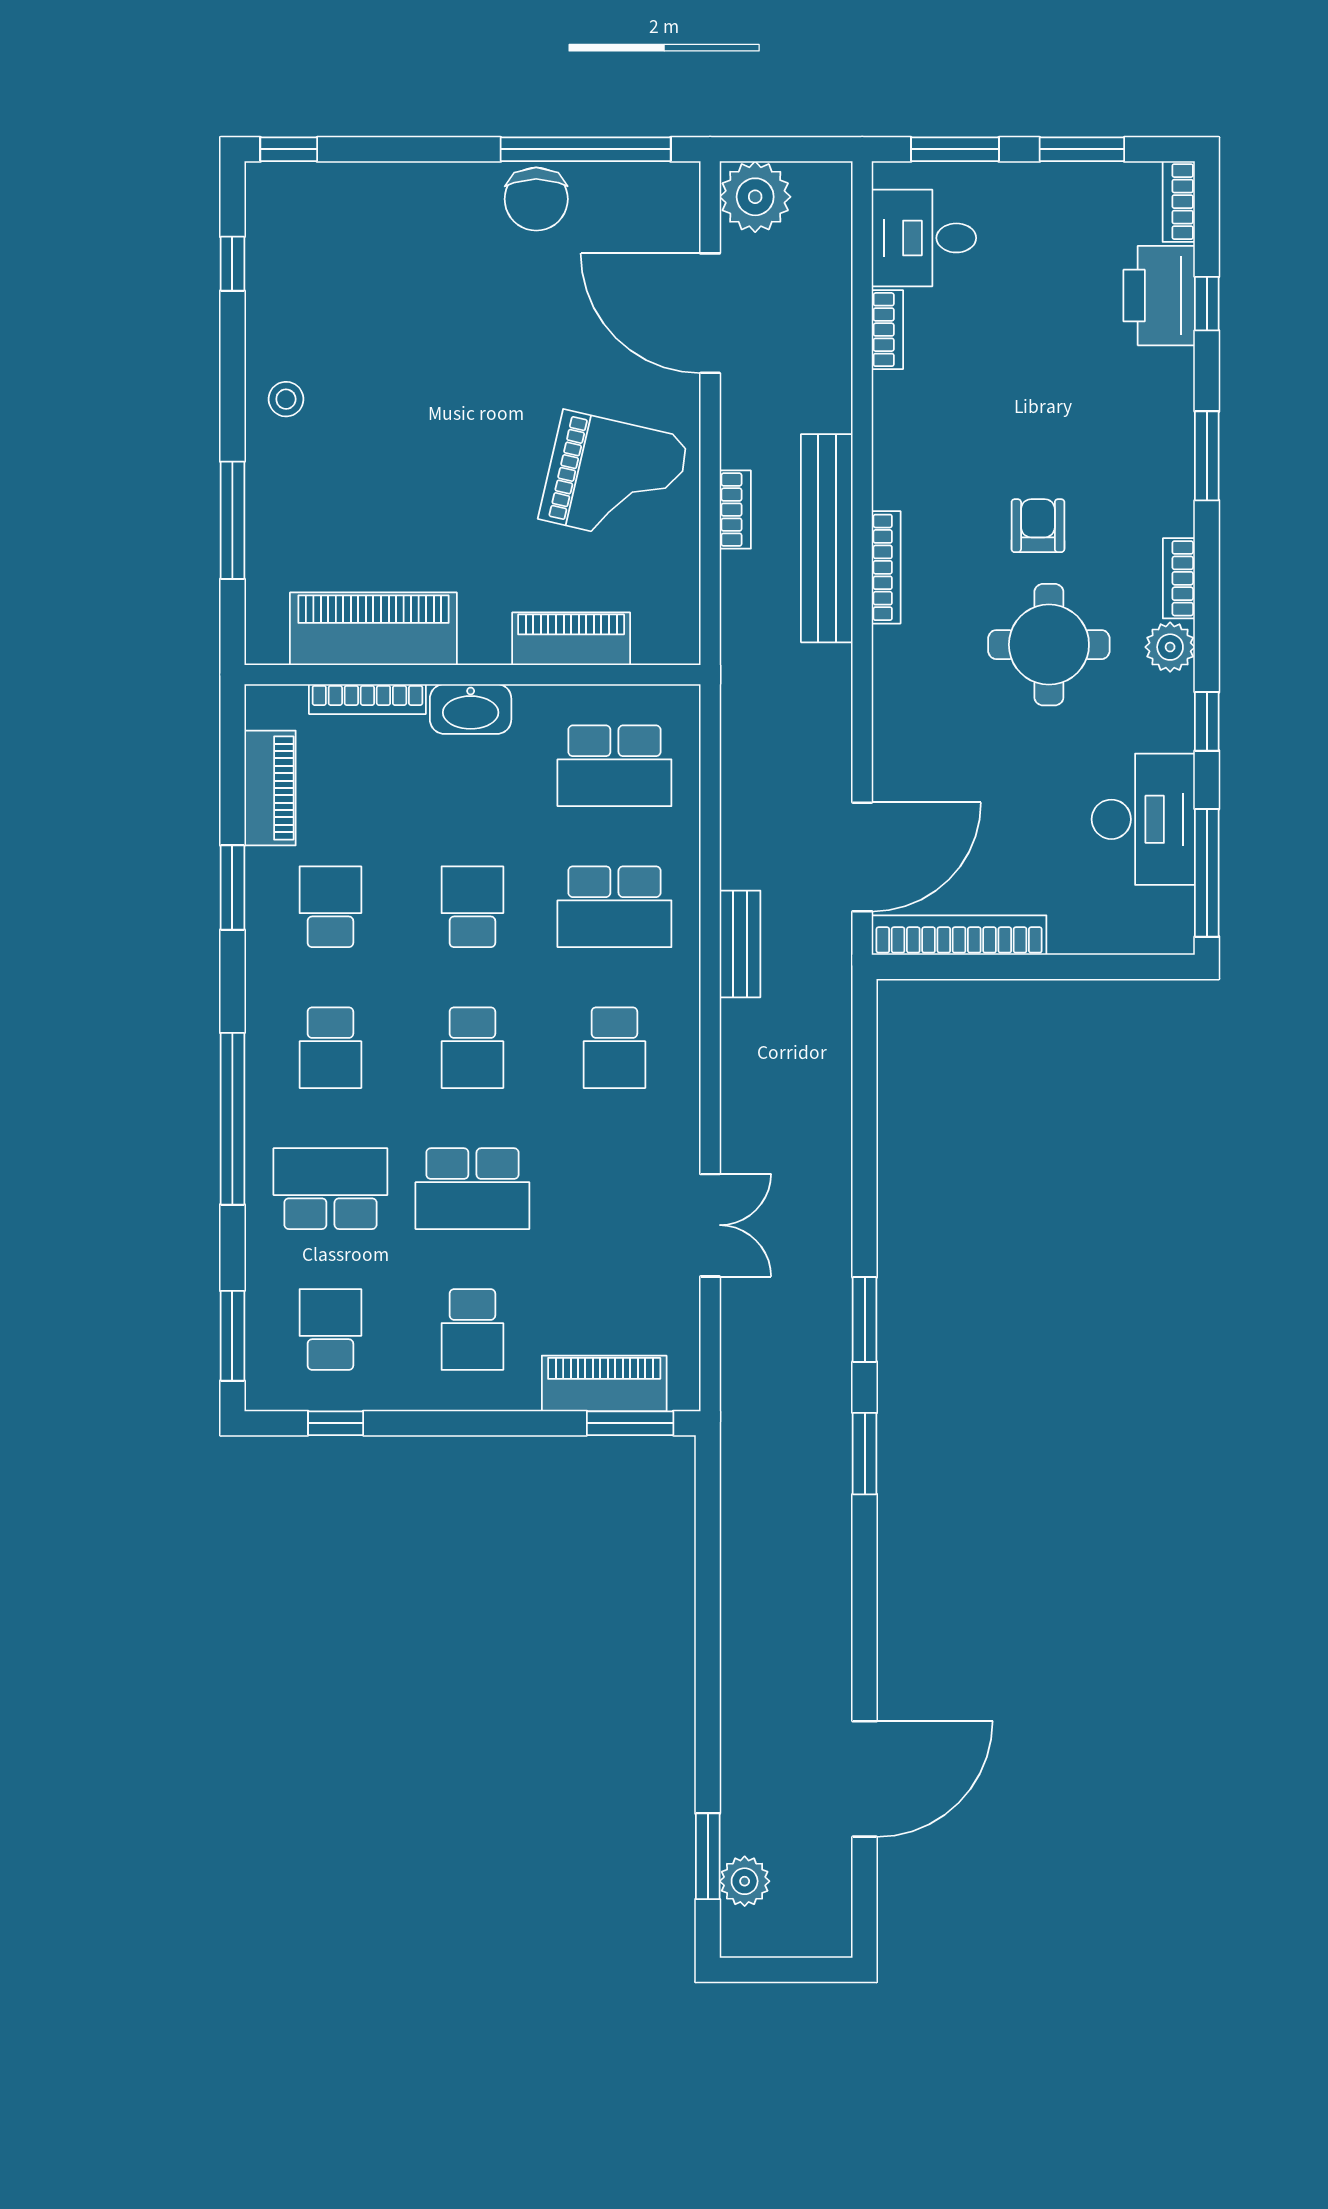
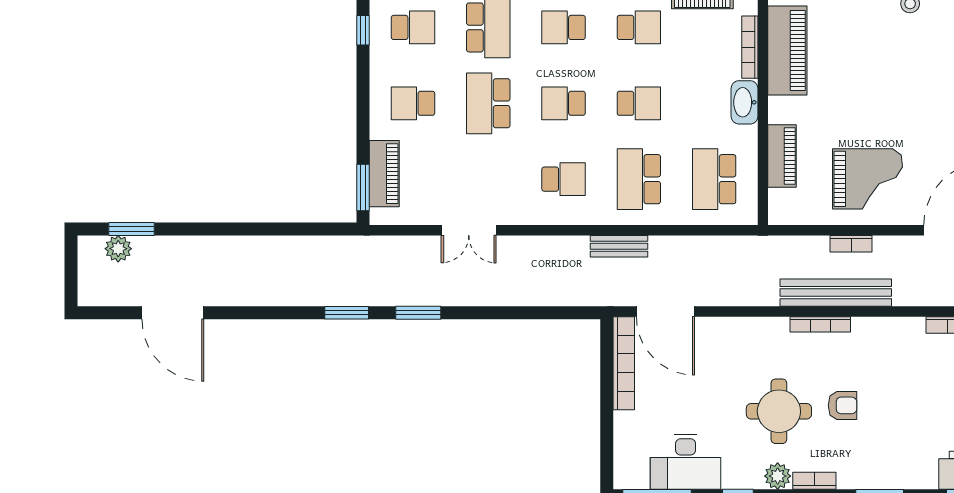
grand piano: (614, 479) -> (868, 179), turned -103
school desk: (614, 1048) -> (564, 179), turned 180

